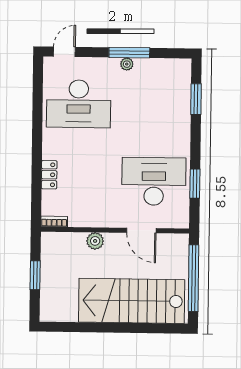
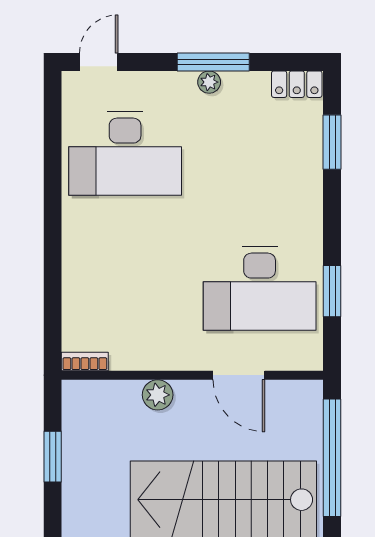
locker: (49, 175) -> (297, 84), moved, turned 90
desk: (154, 181) -> (260, 288), turned 180

